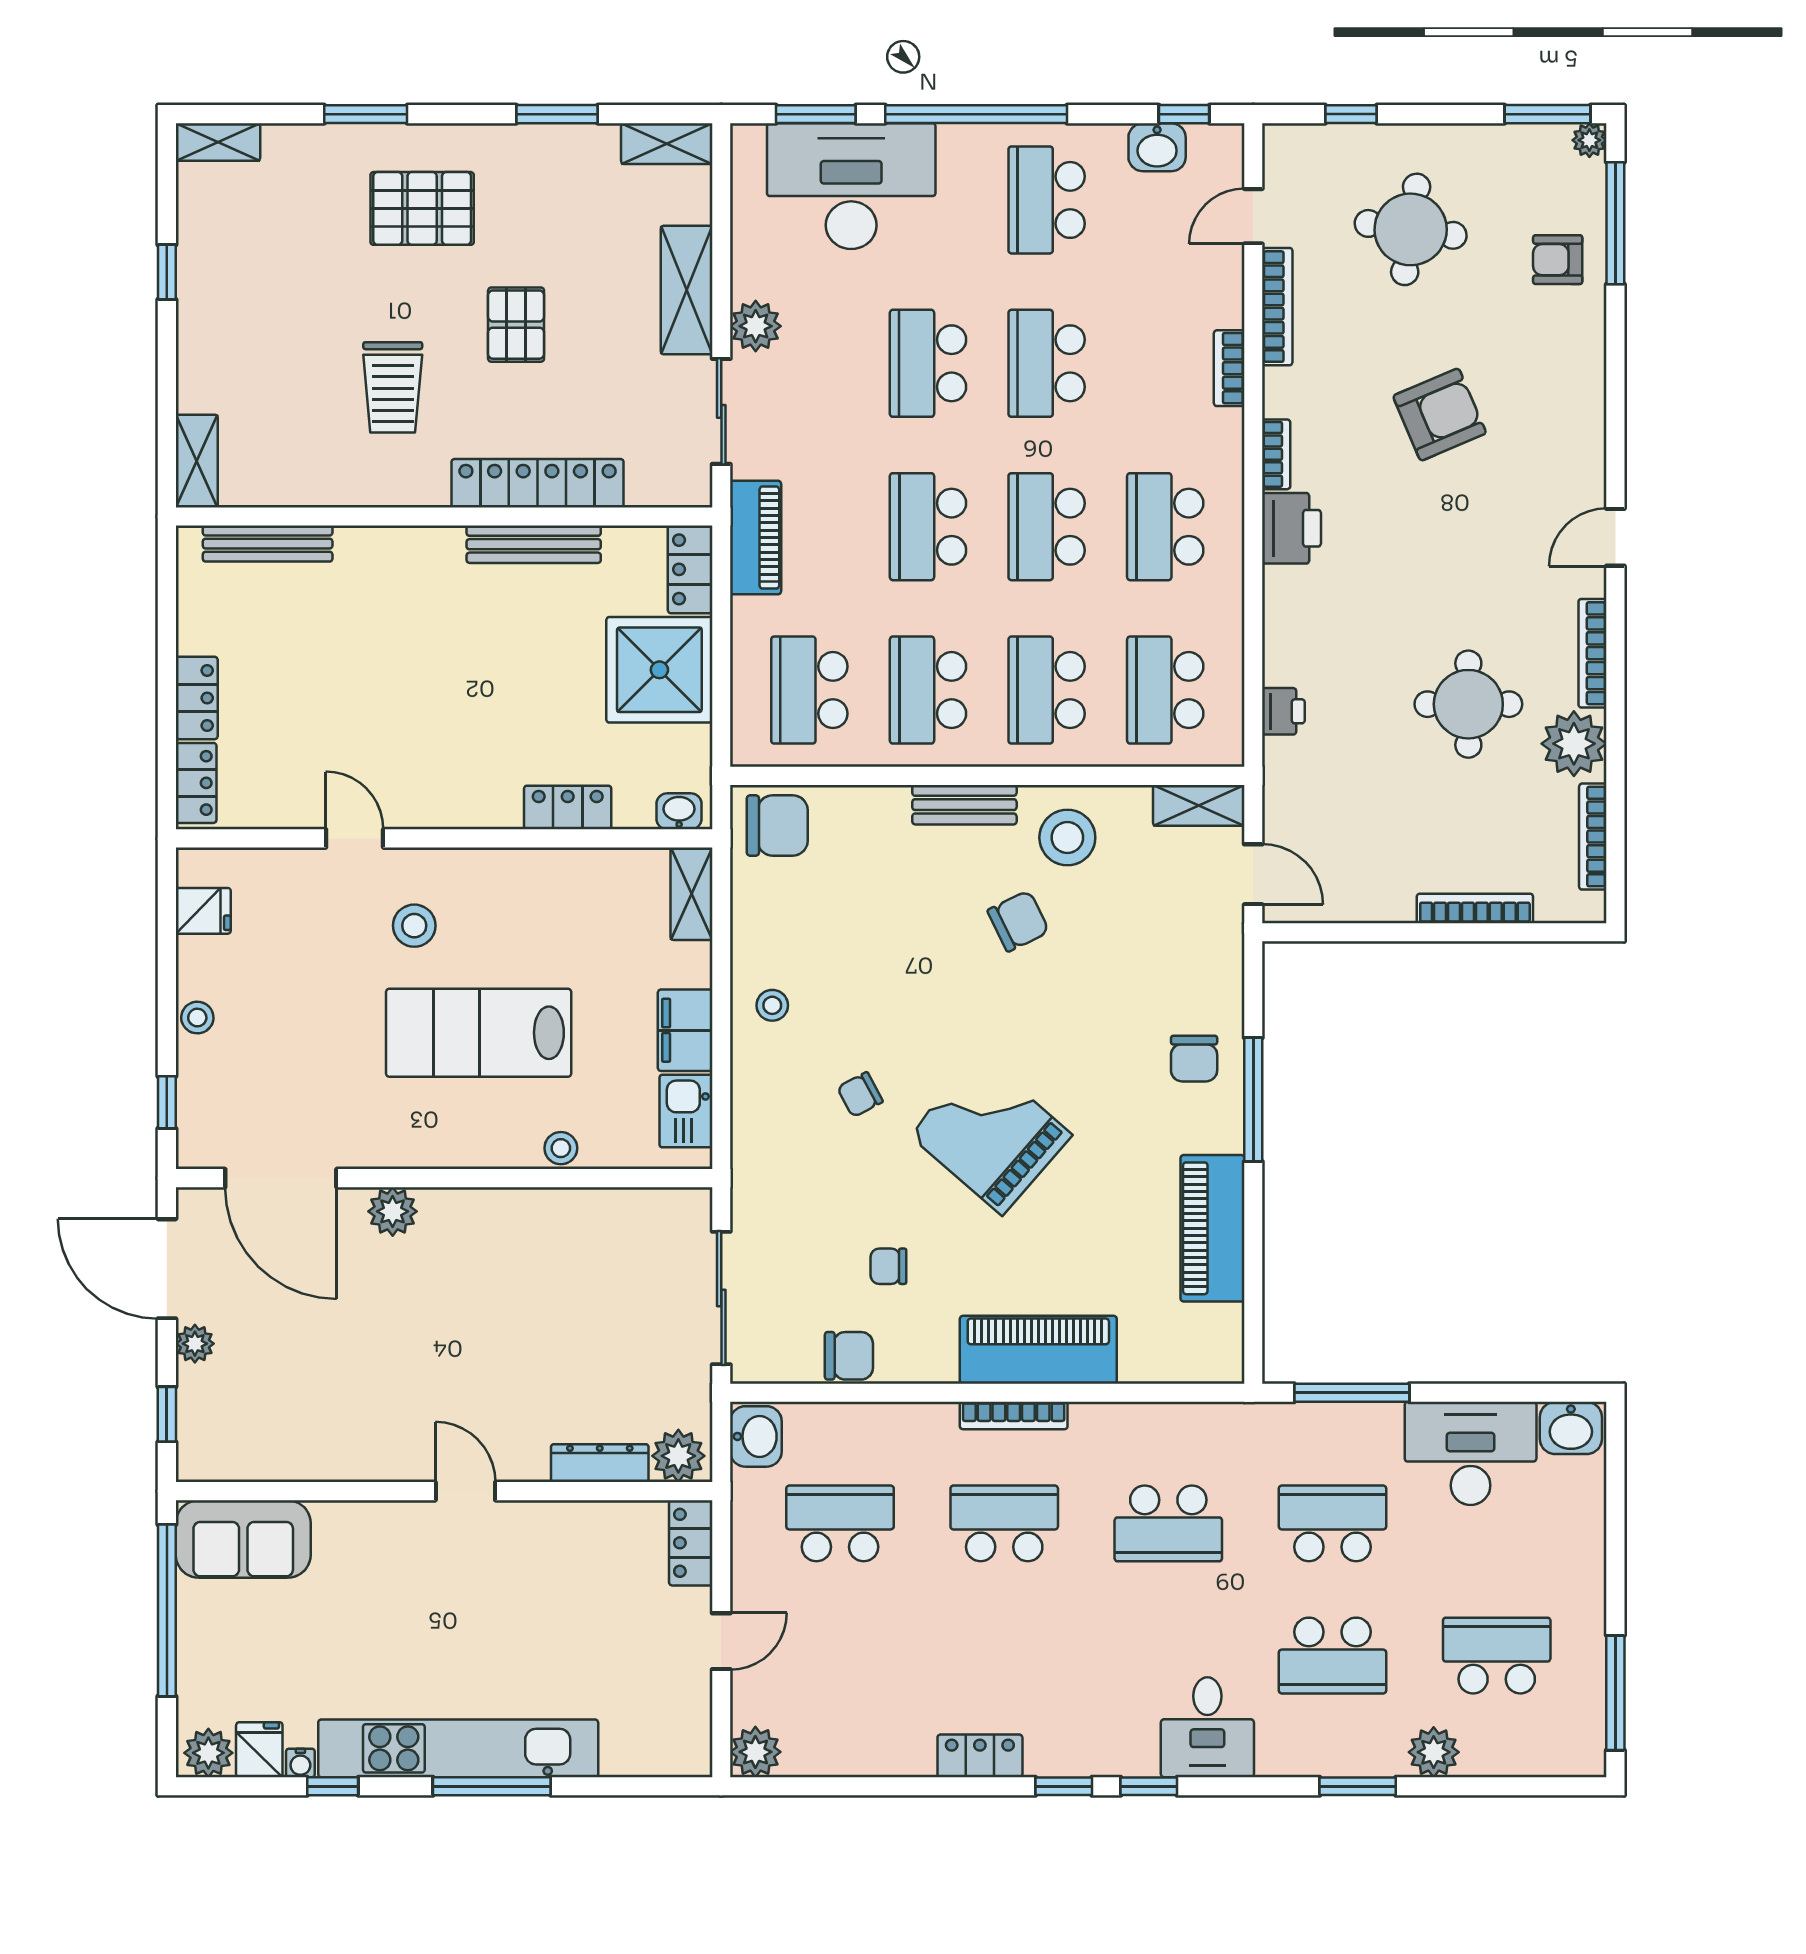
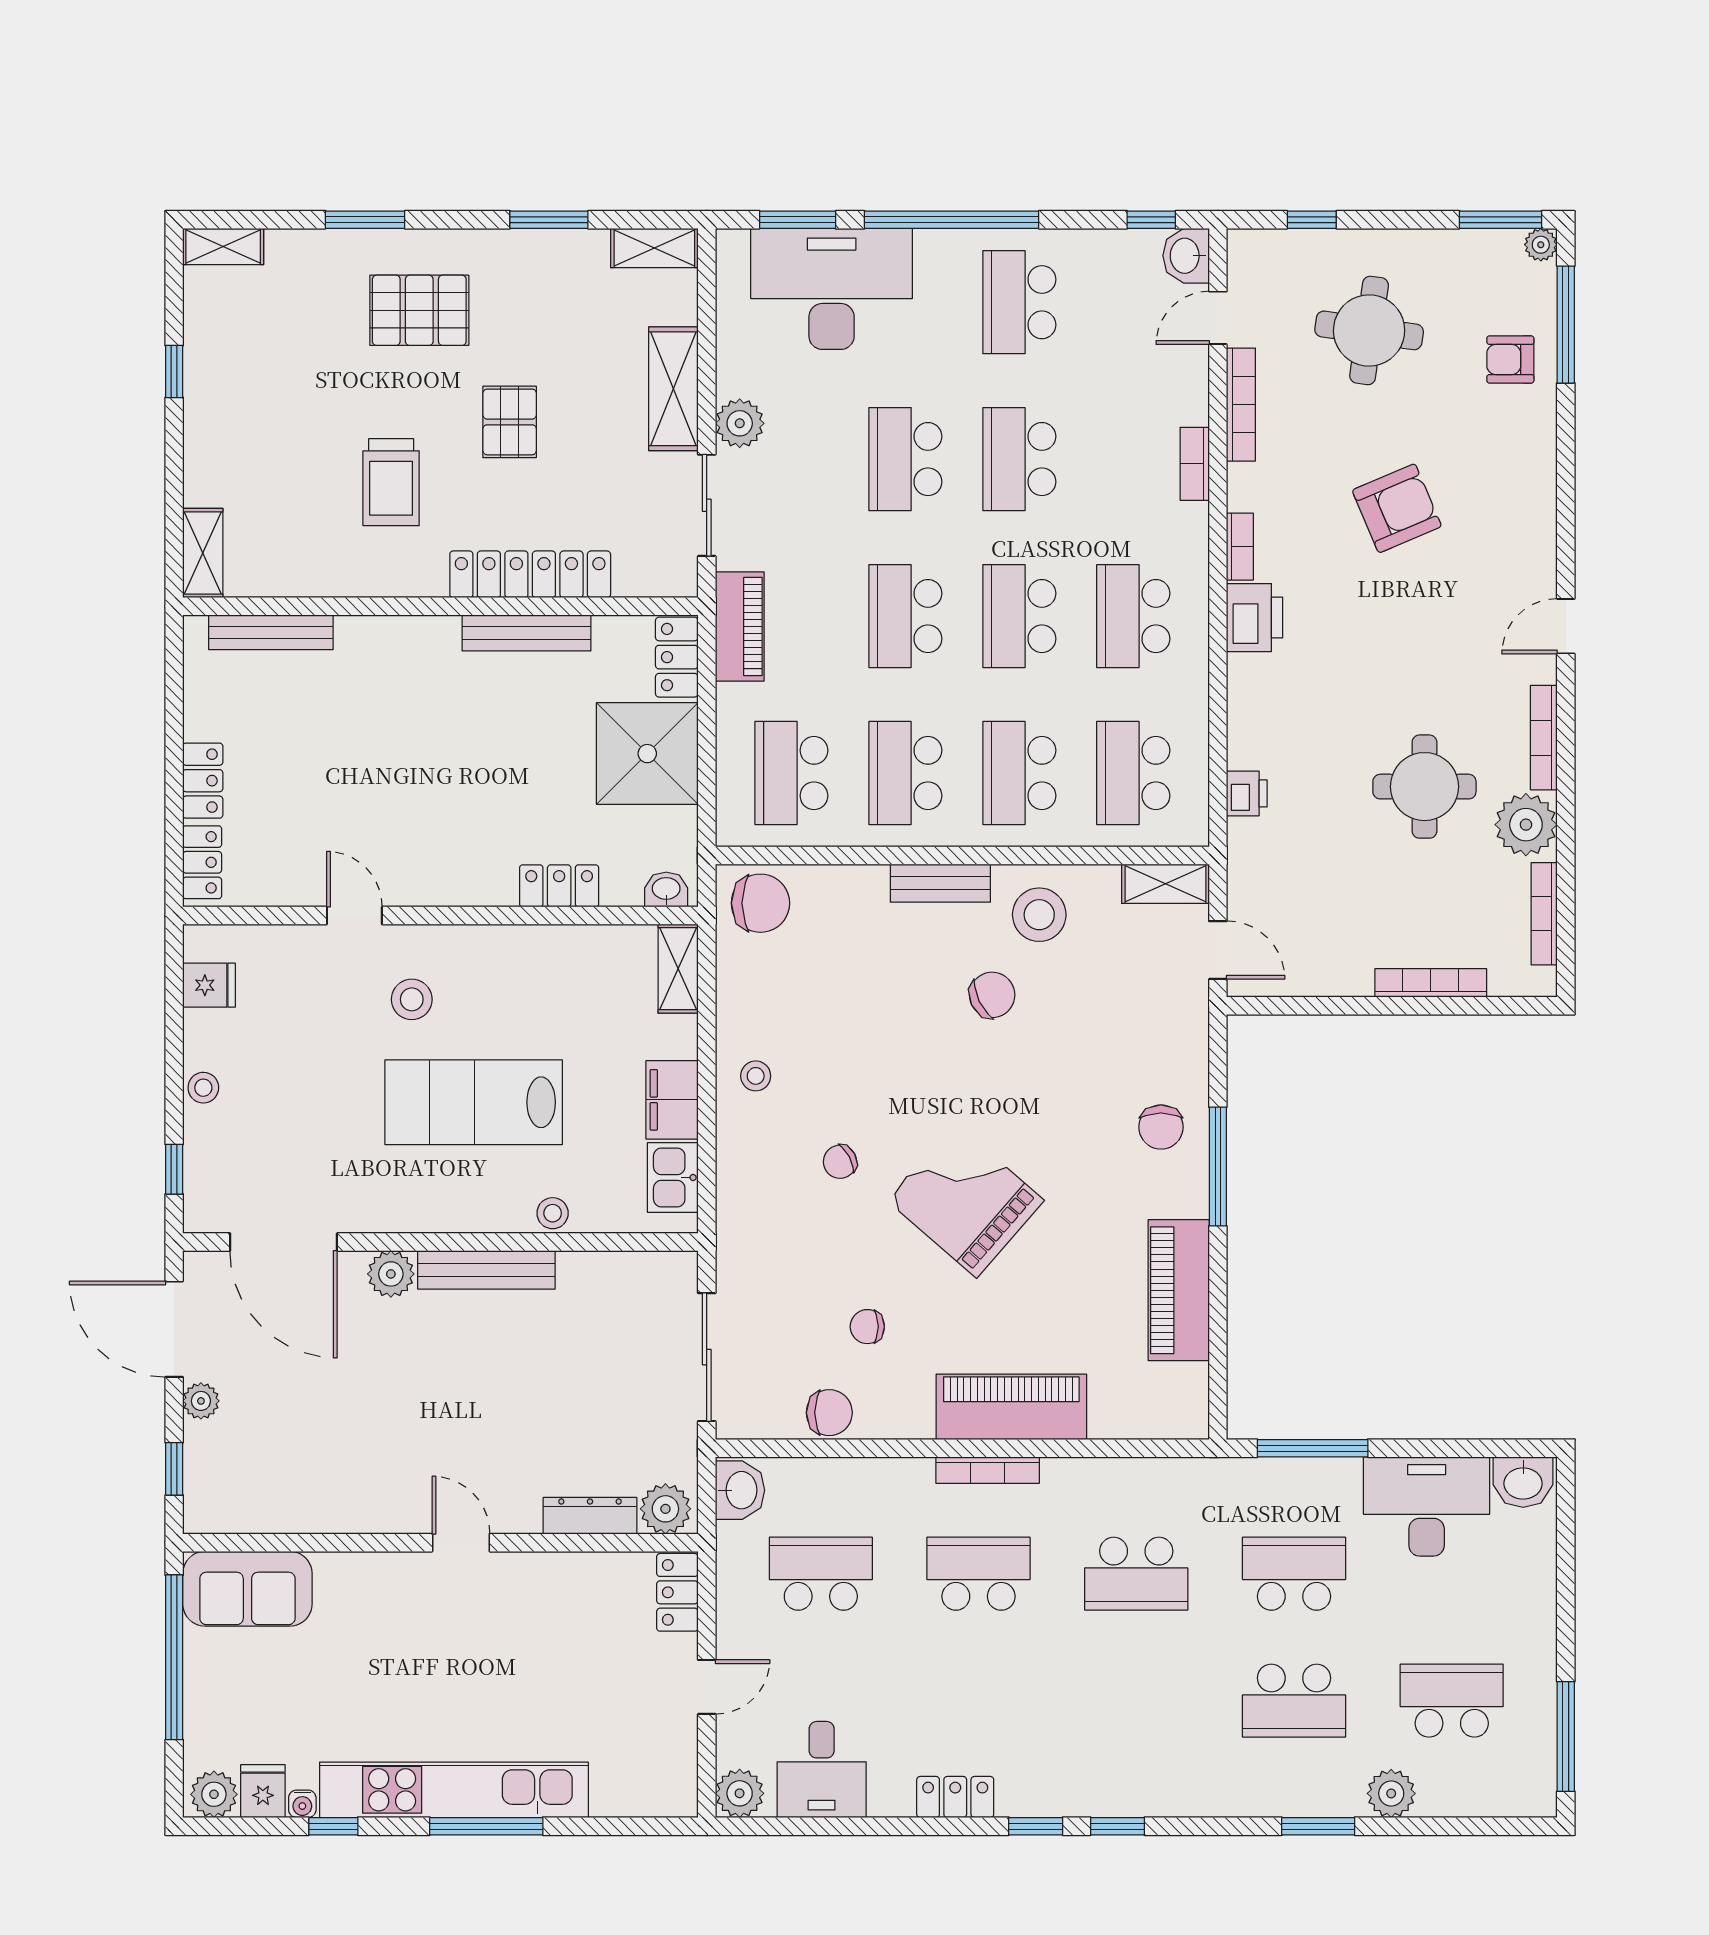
washbasin: (1157, 147) -> (1186, 256), moved, turned 90
bench: (492, 1207) -> (486, 1270), added
desk: (1207, 1727) -> (822, 1770), moved

